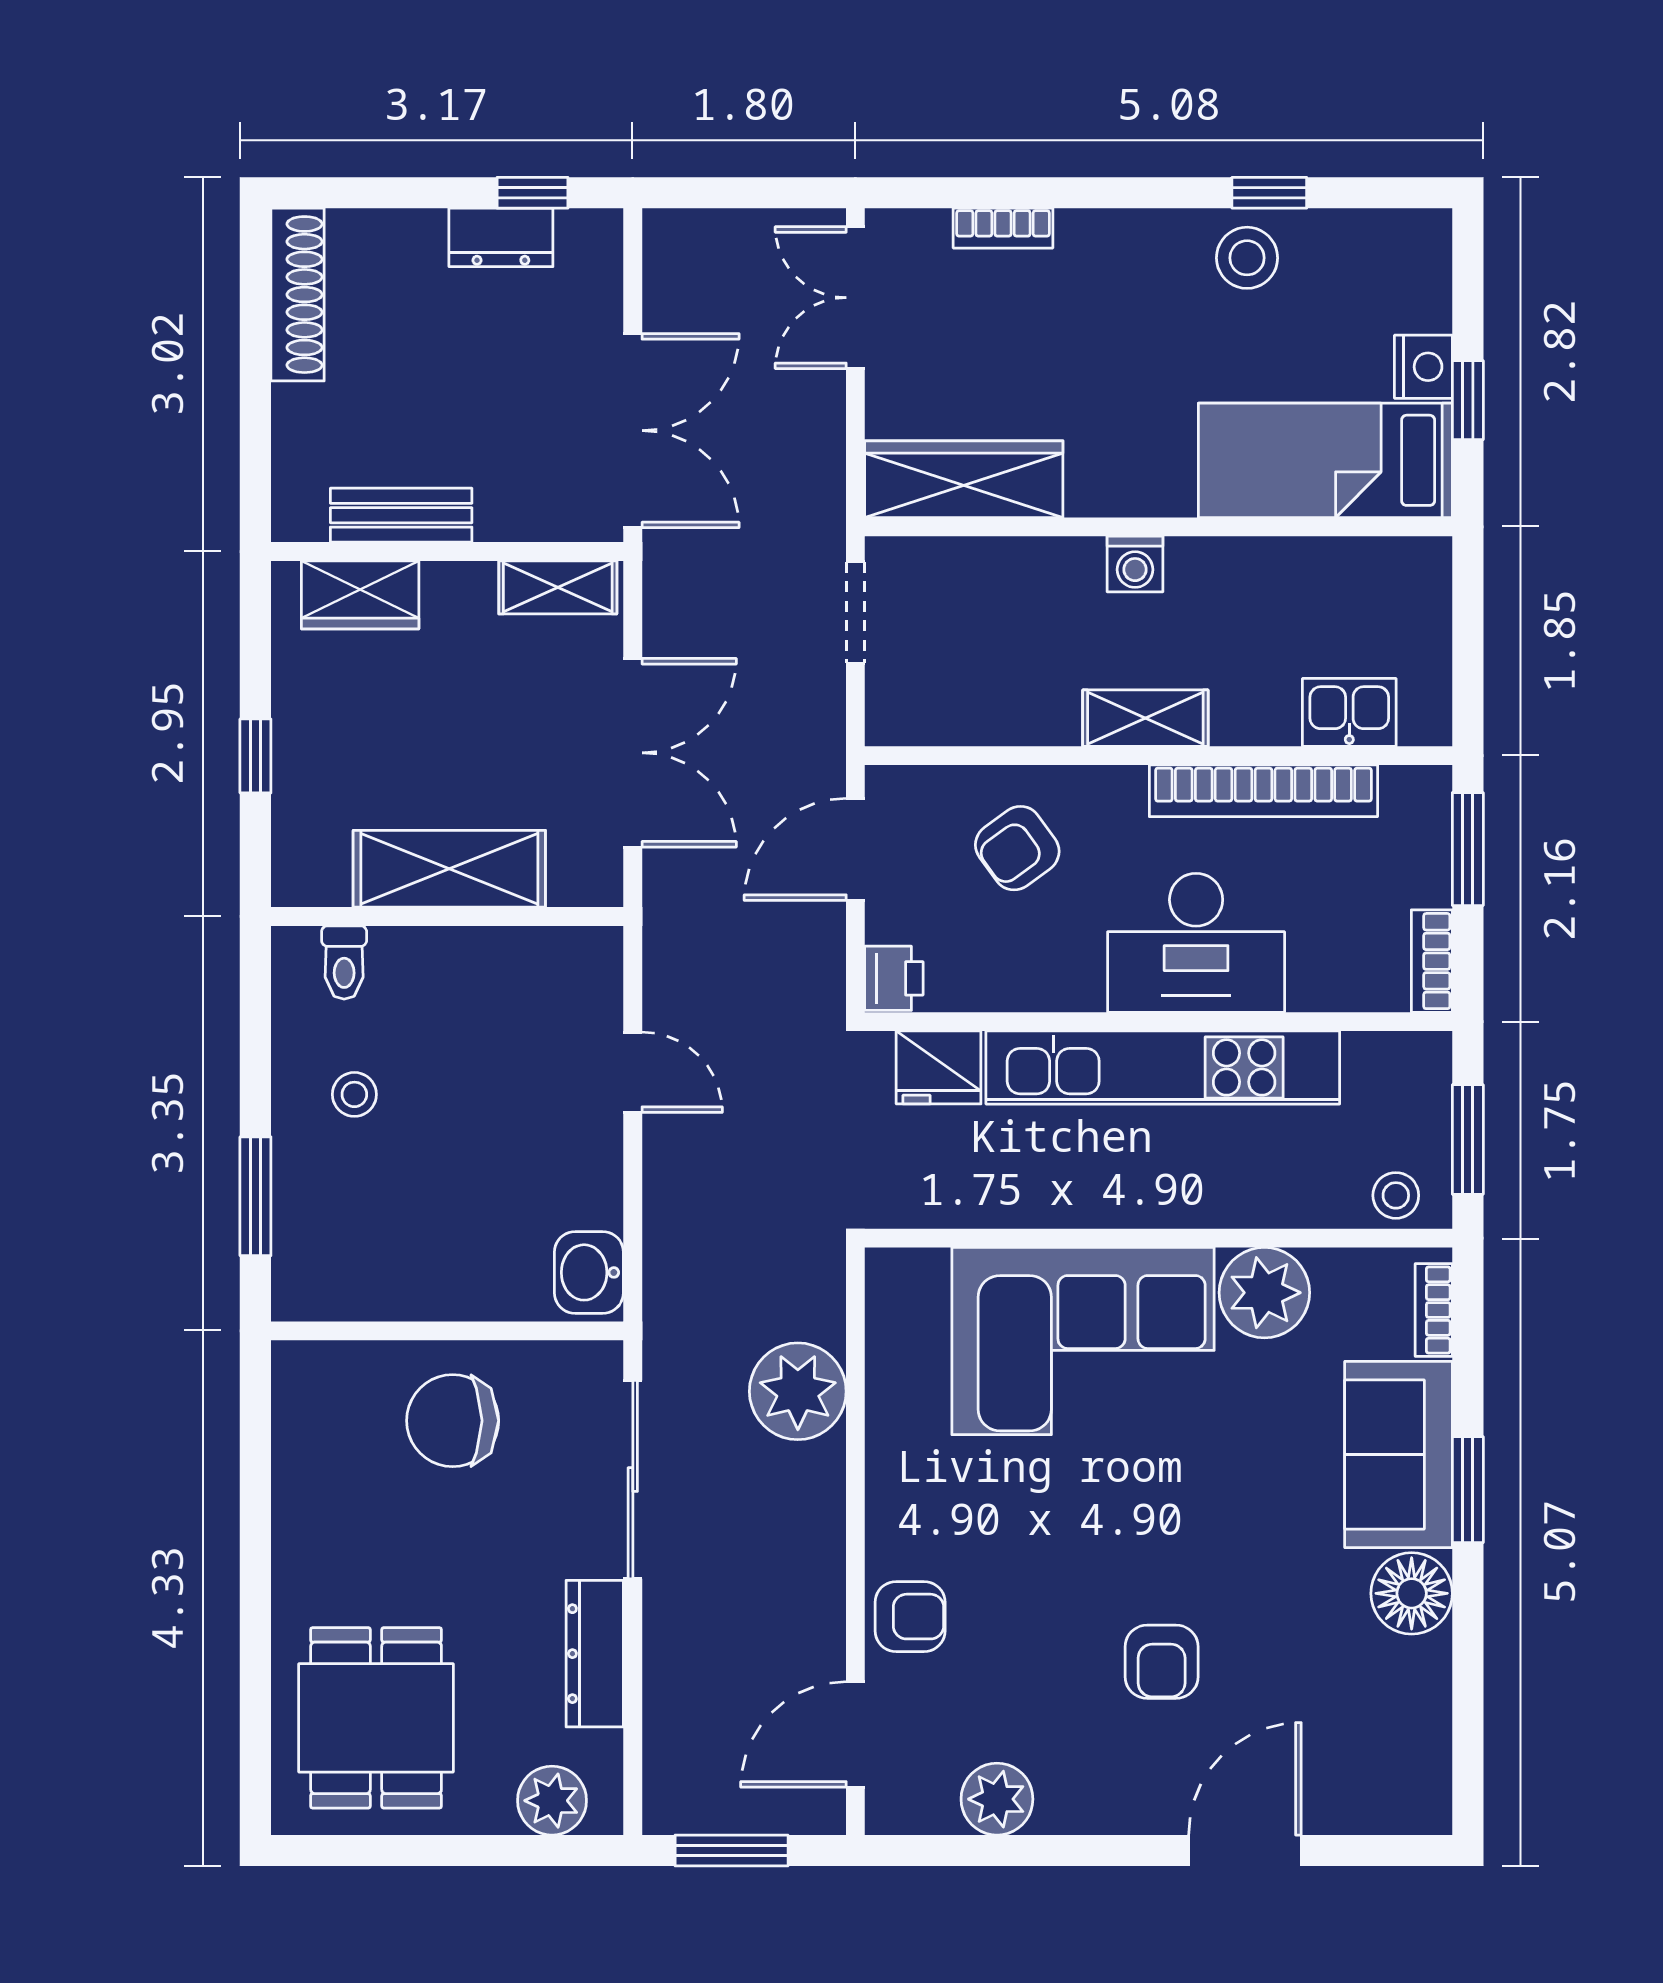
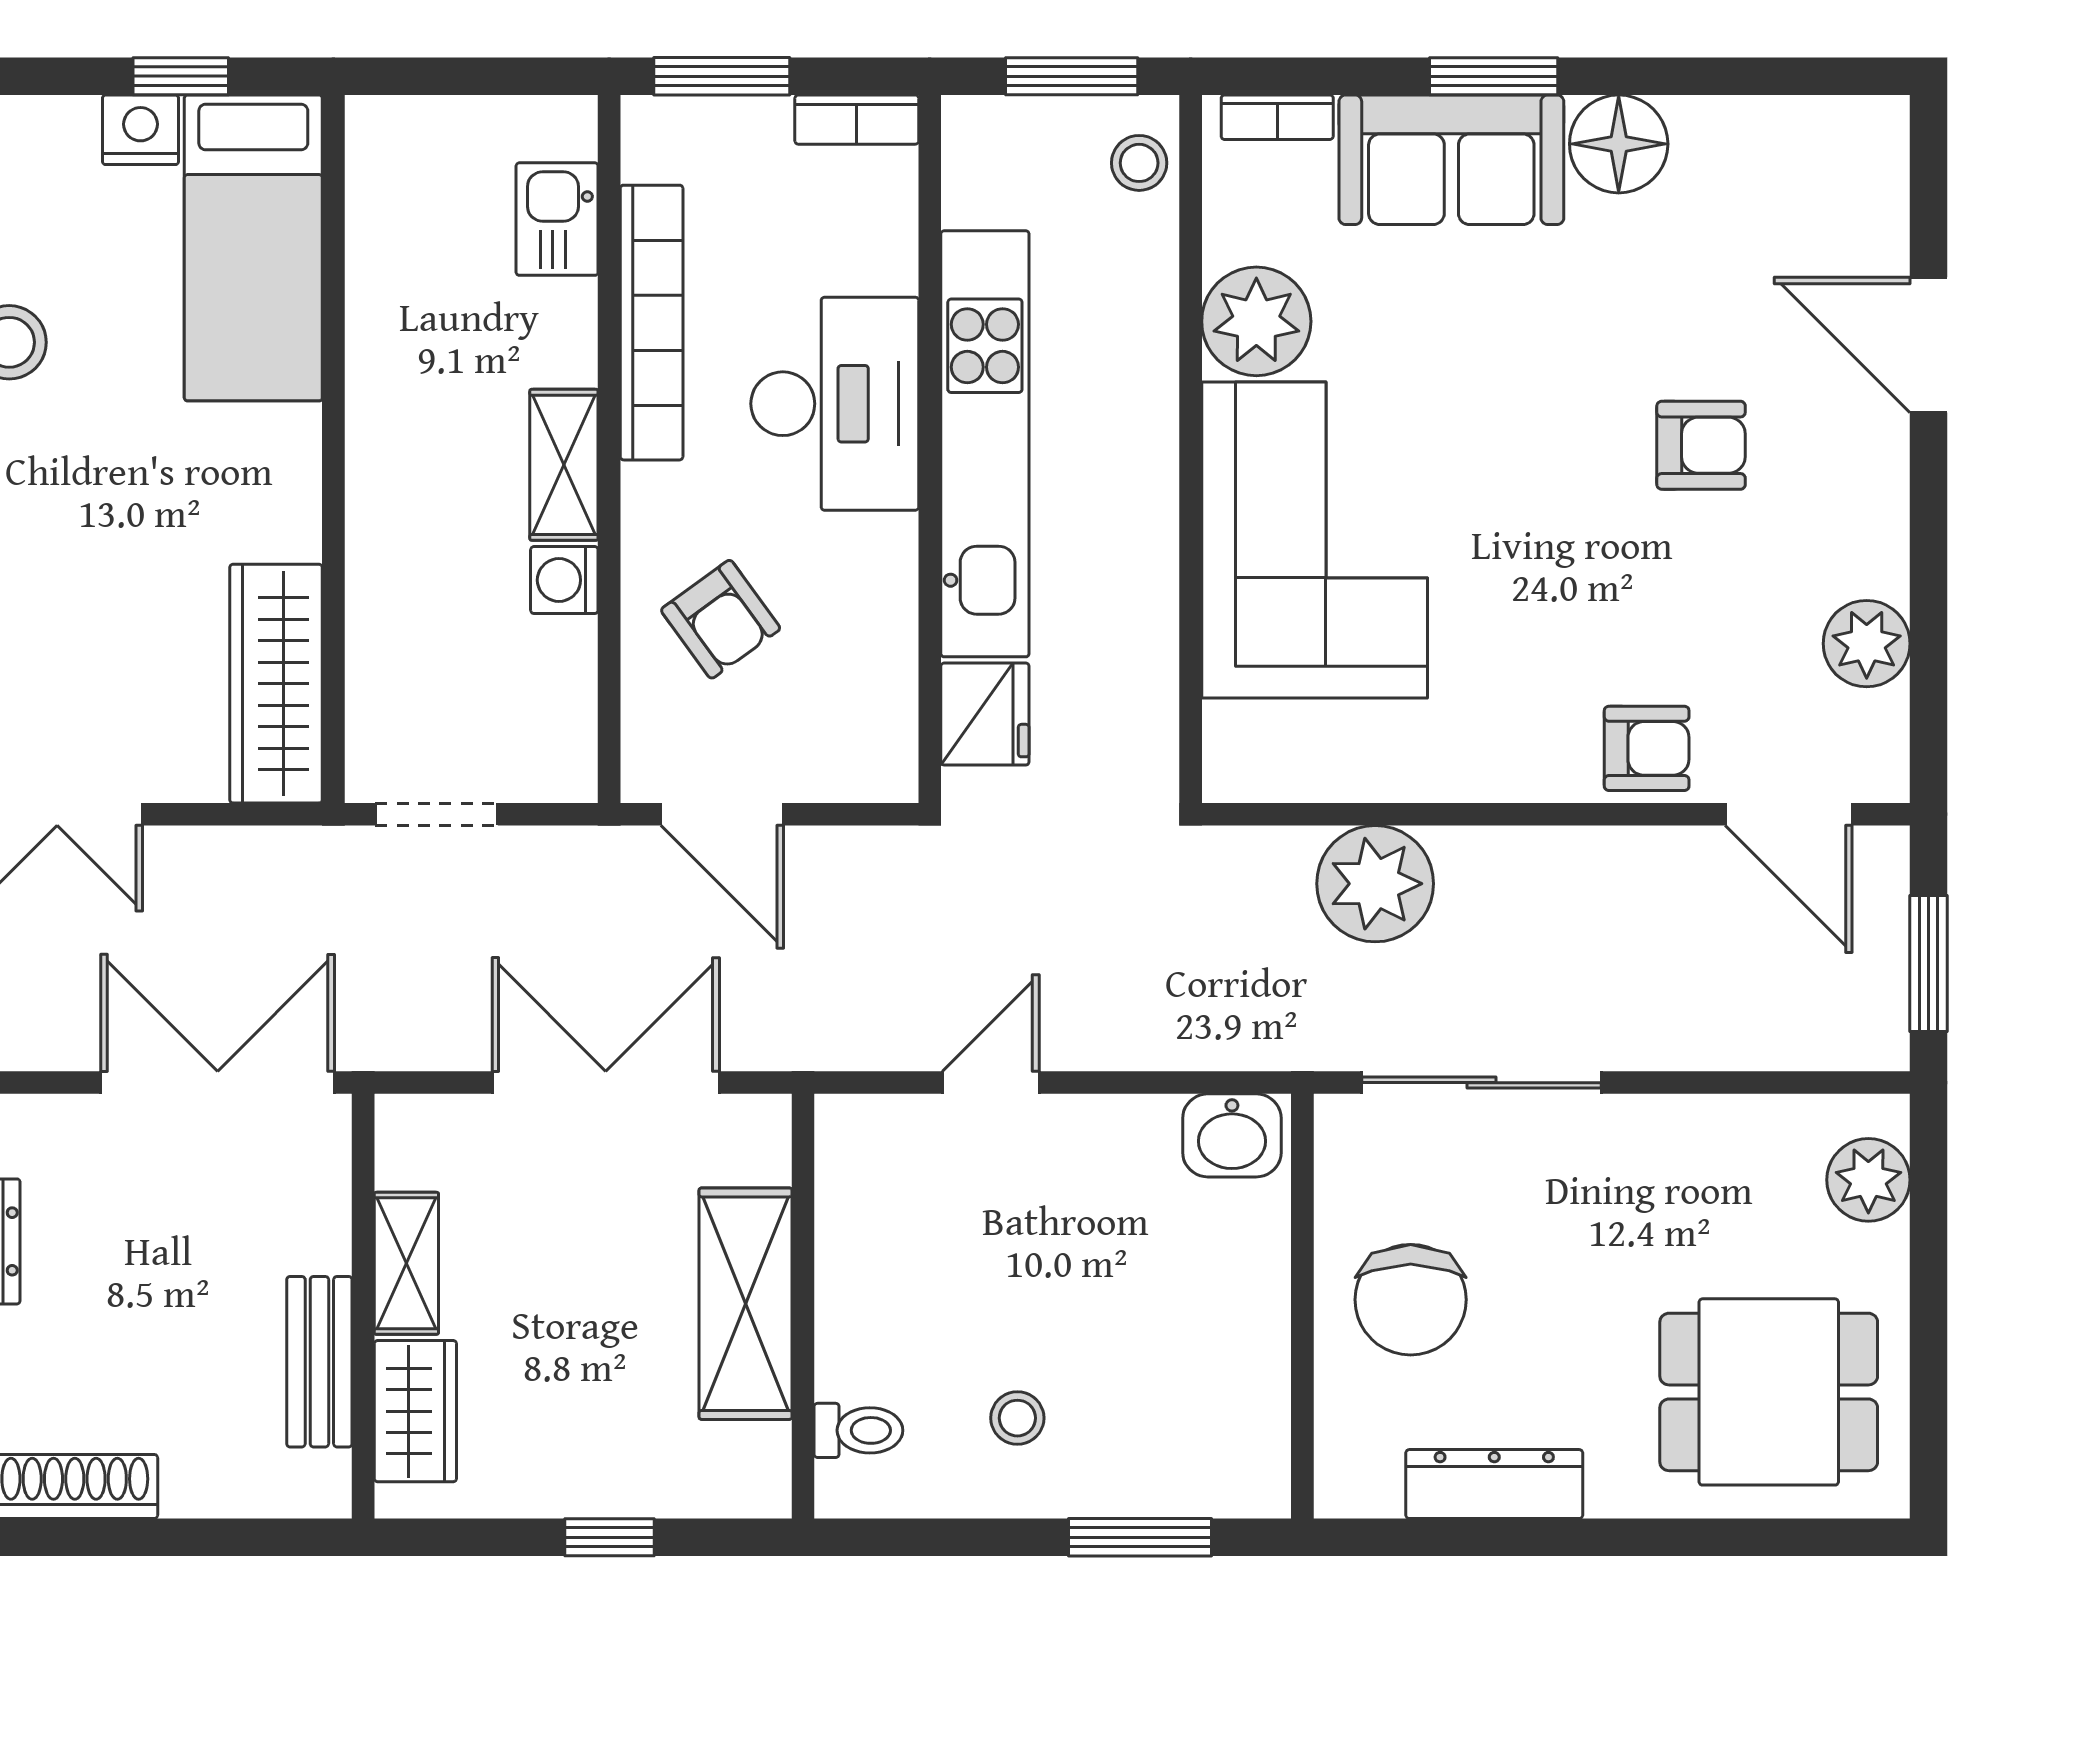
washing machine: (1135, 564) -> (564, 580), moved, turned 180
shelving: (558, 587) -> (406, 1263), moved
printer: (894, 978) -> (878, 768), removed
armchair: (910, 1617) -> (1647, 748), turned 90
dresser: (595, 1654) -> (1494, 1484), moved, turned 180

